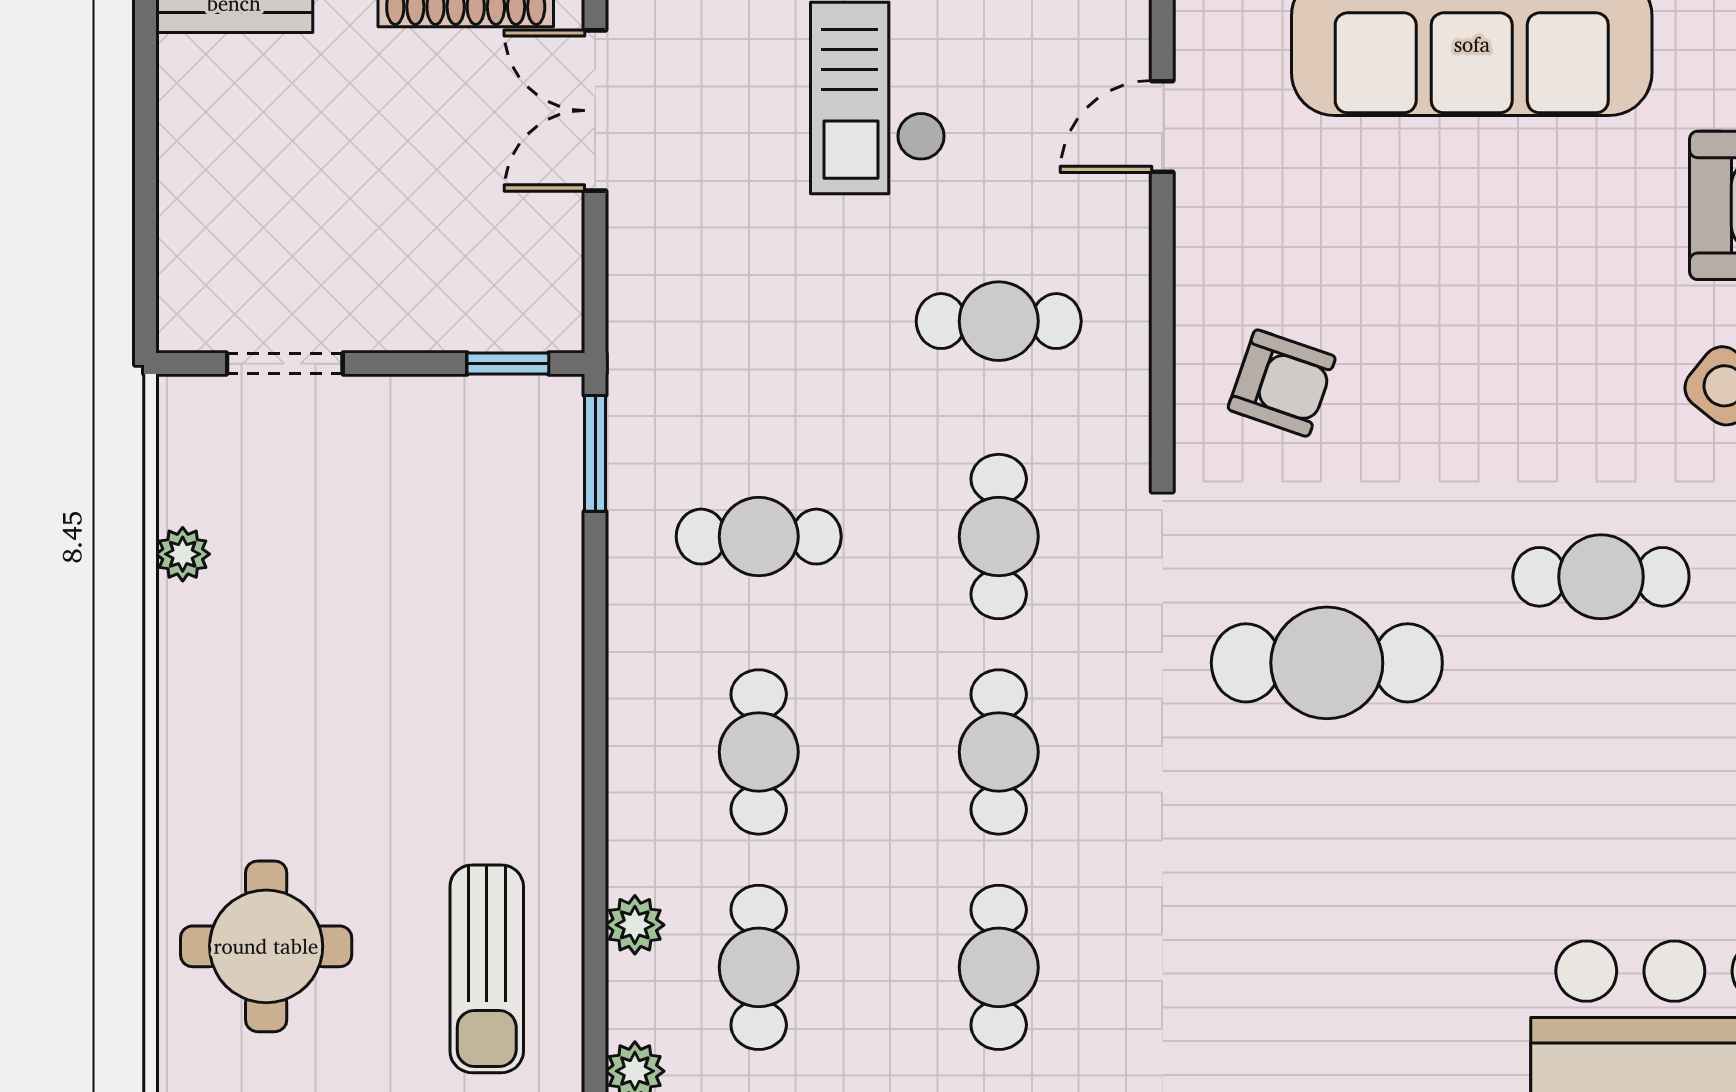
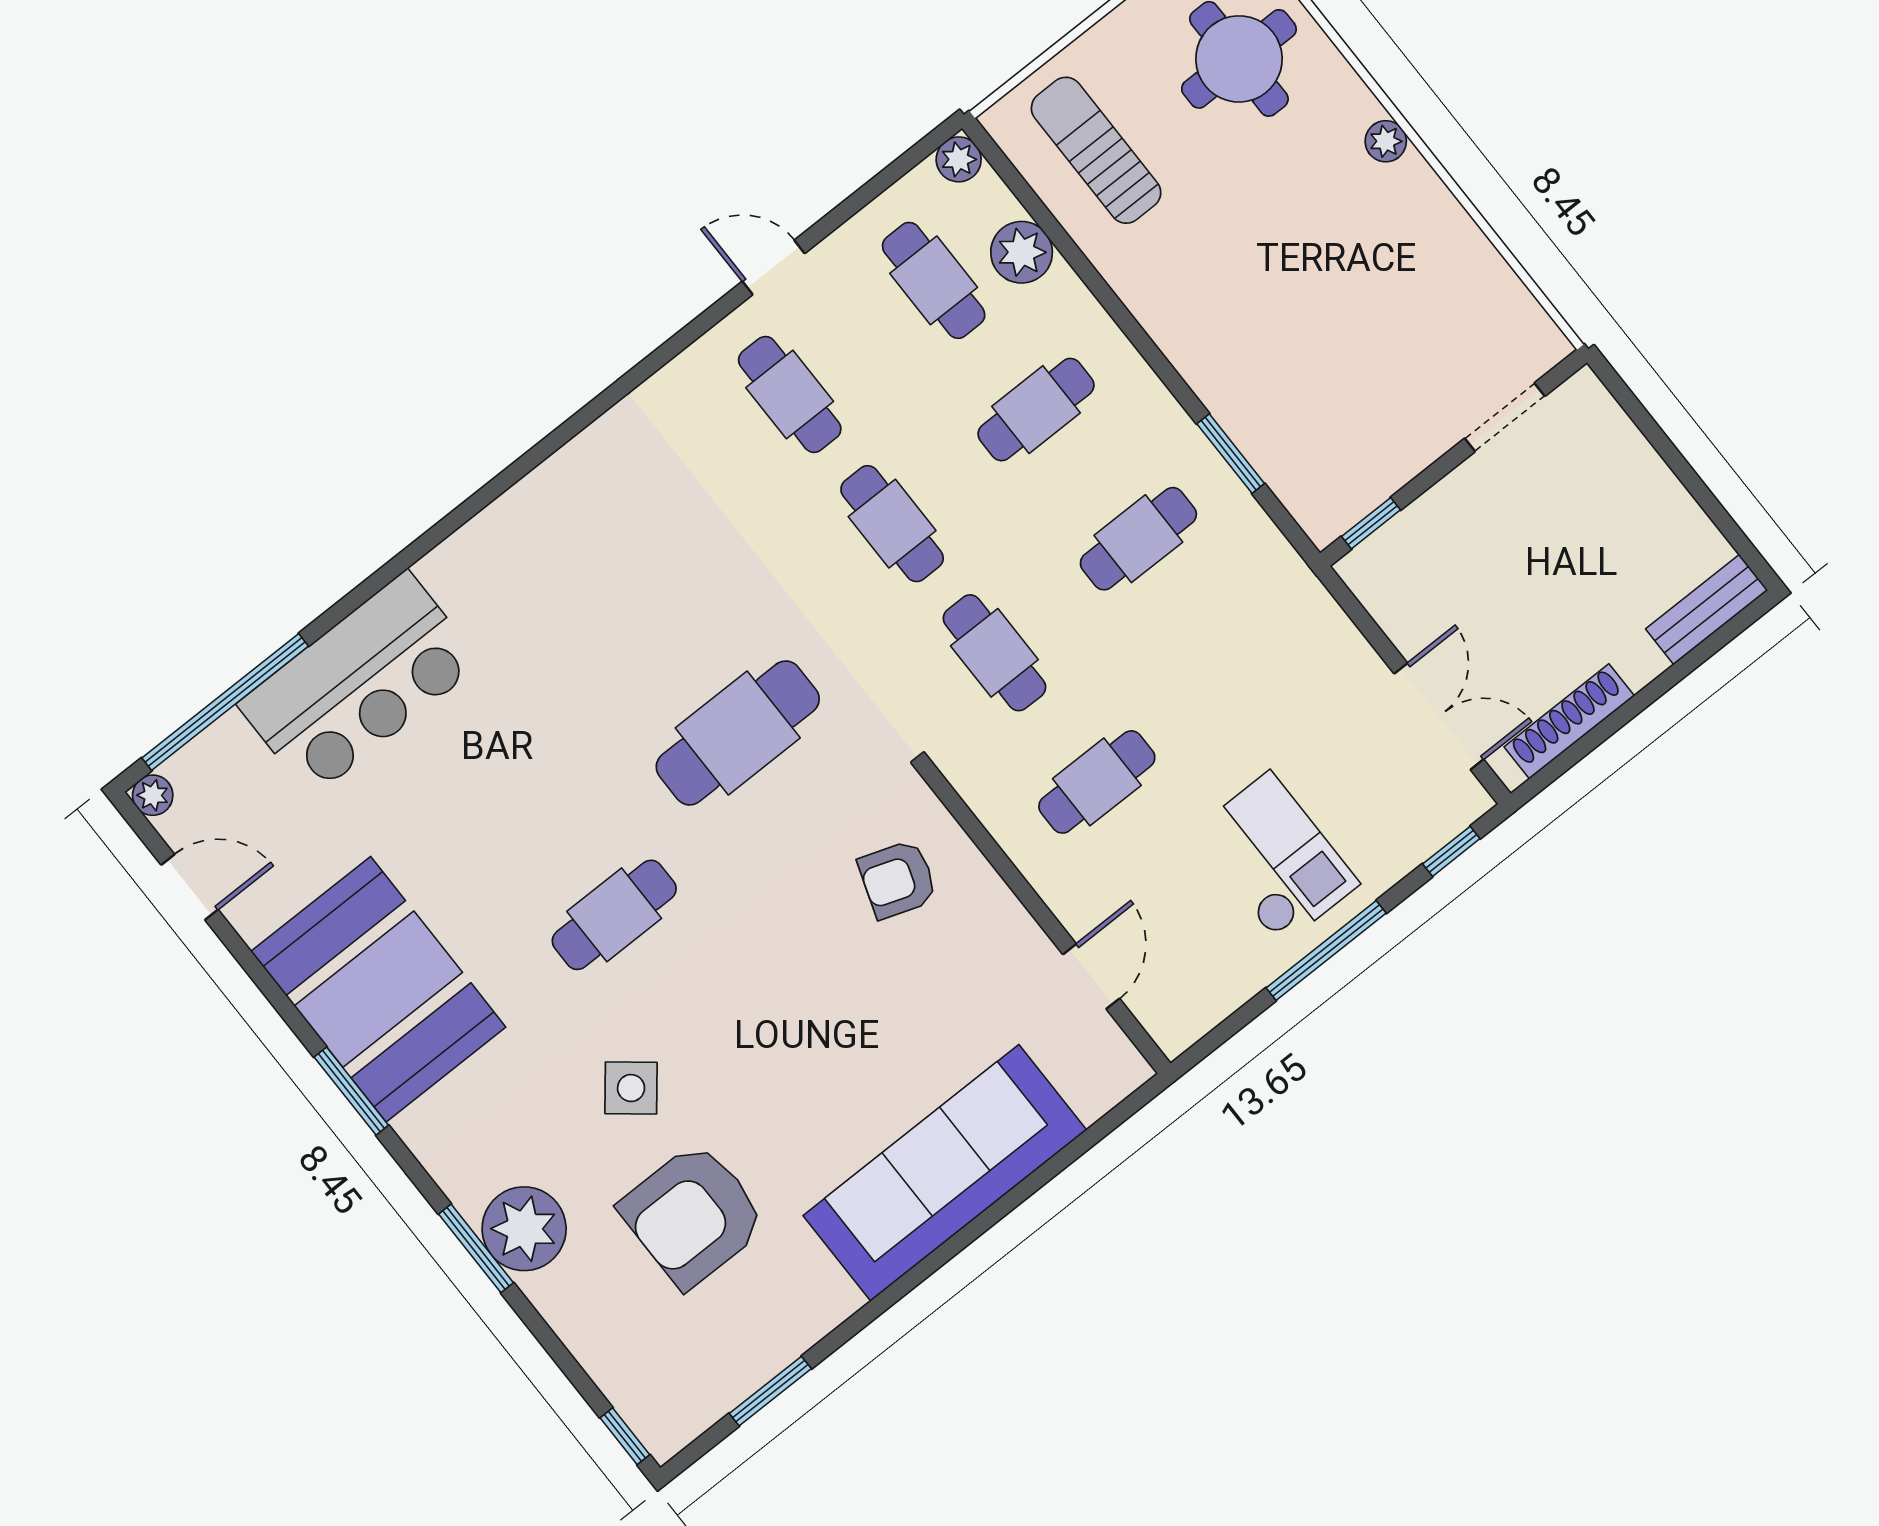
window: (595, 453) -> (1231, 454), moved
plant: (183, 554) -> (1386, 141), moved
cafe table: (759, 752) -> (1036, 410), turned 90
plant: (635, 925) -> (1022, 252), width x1.38, depth x1.38

